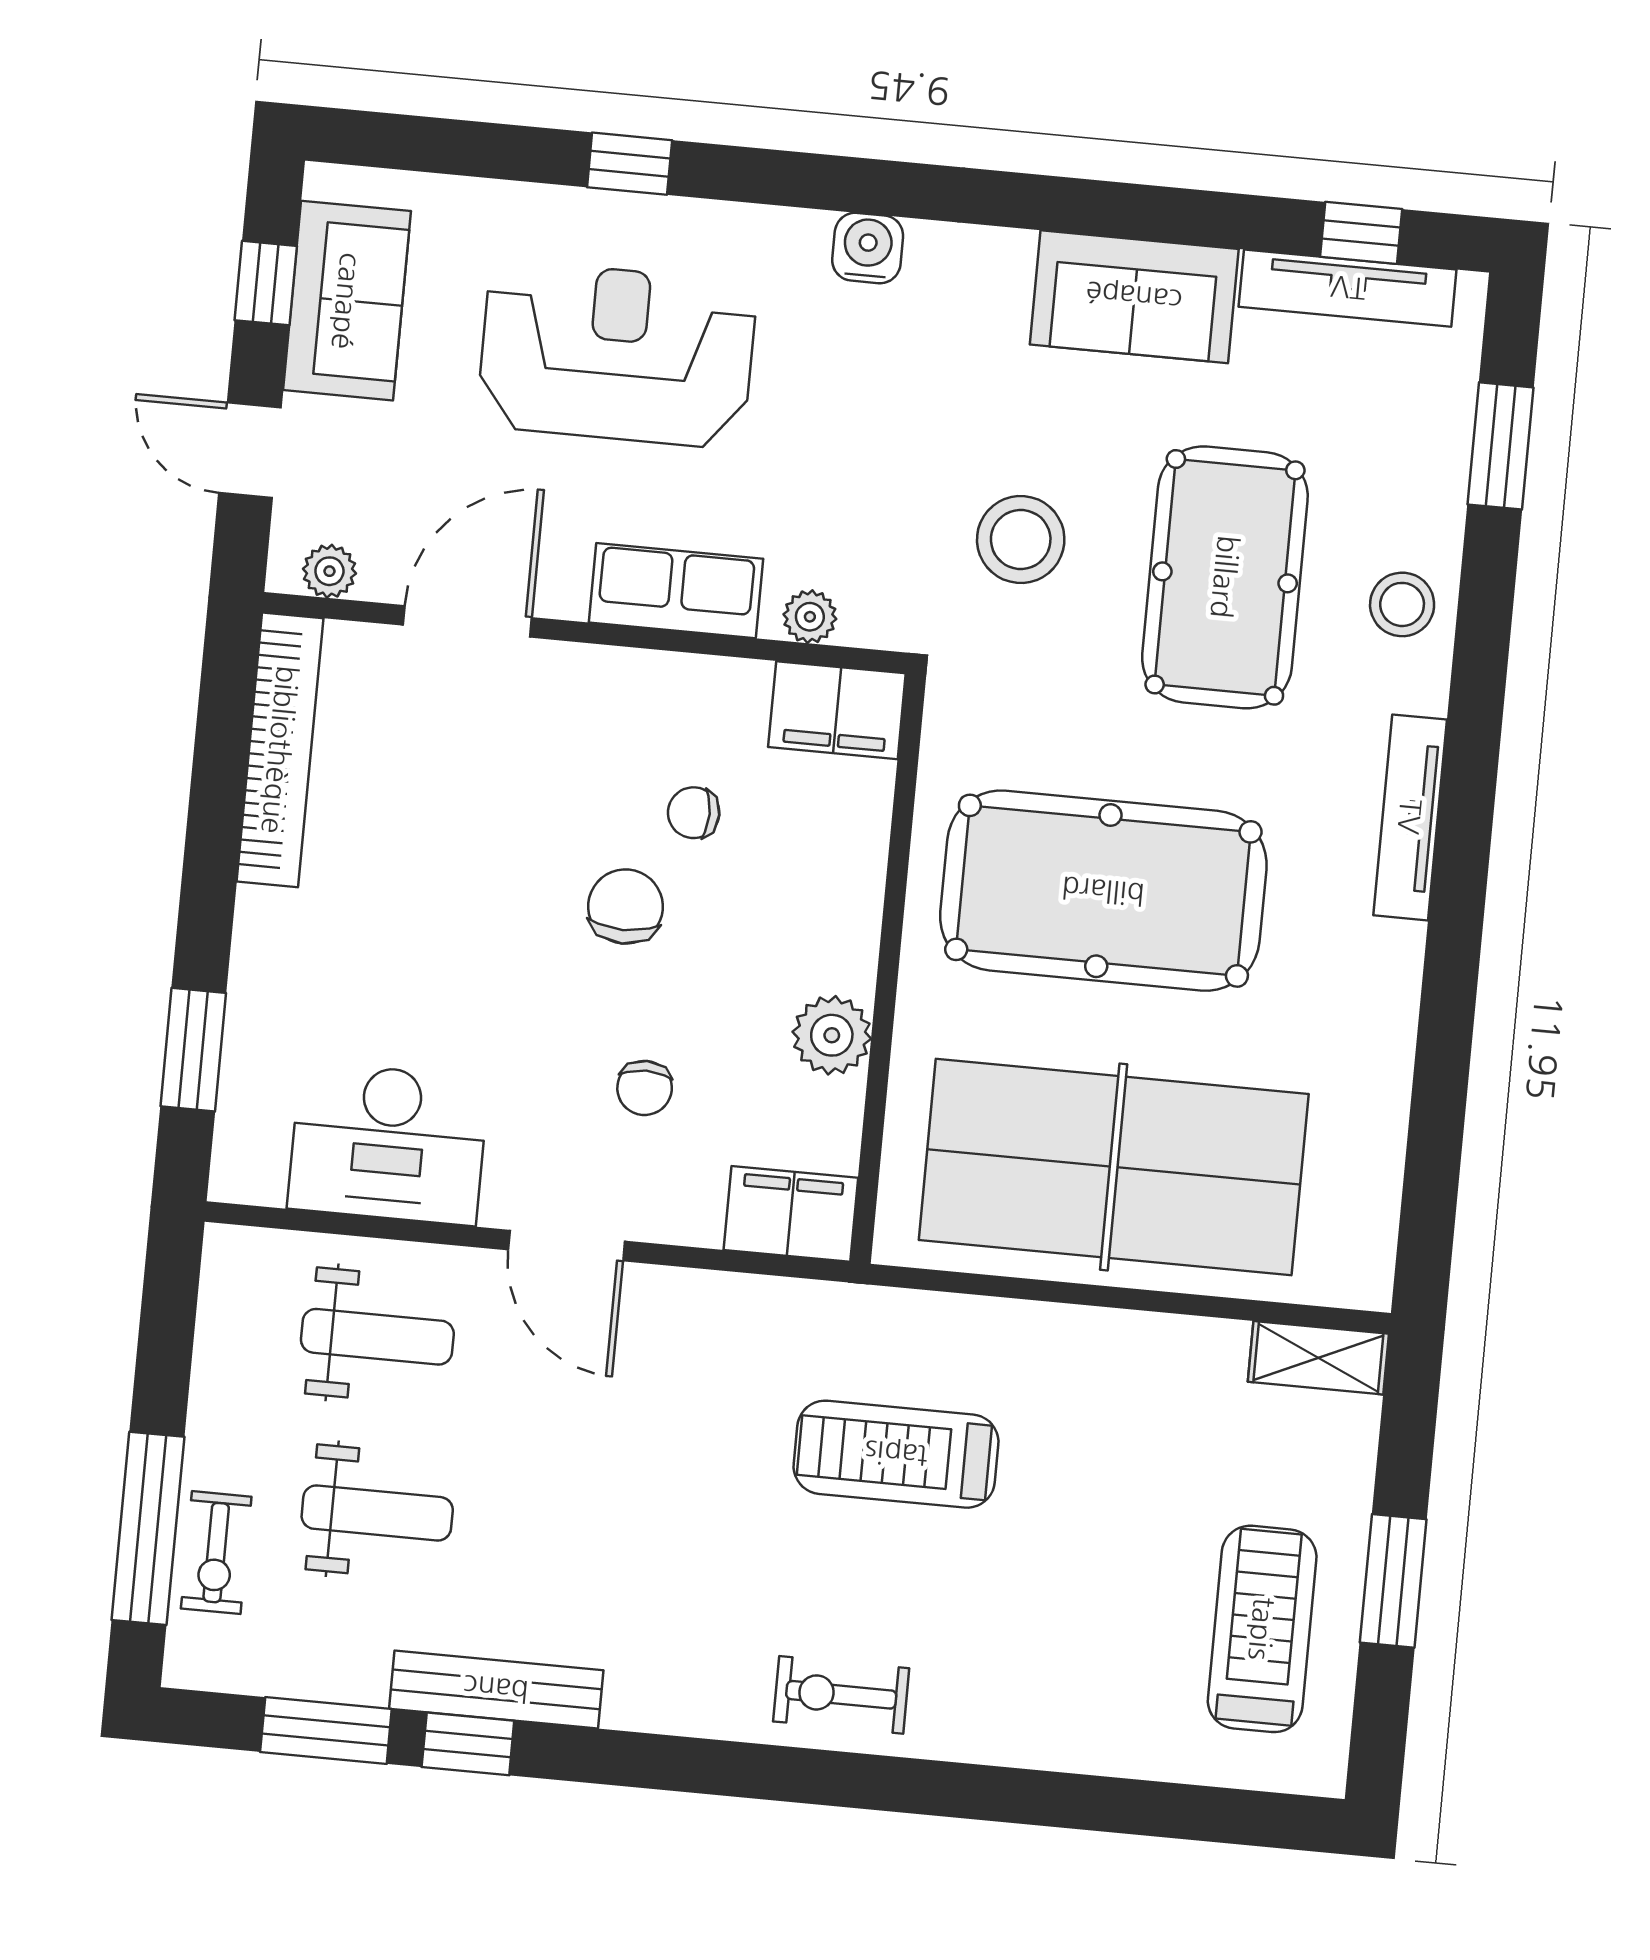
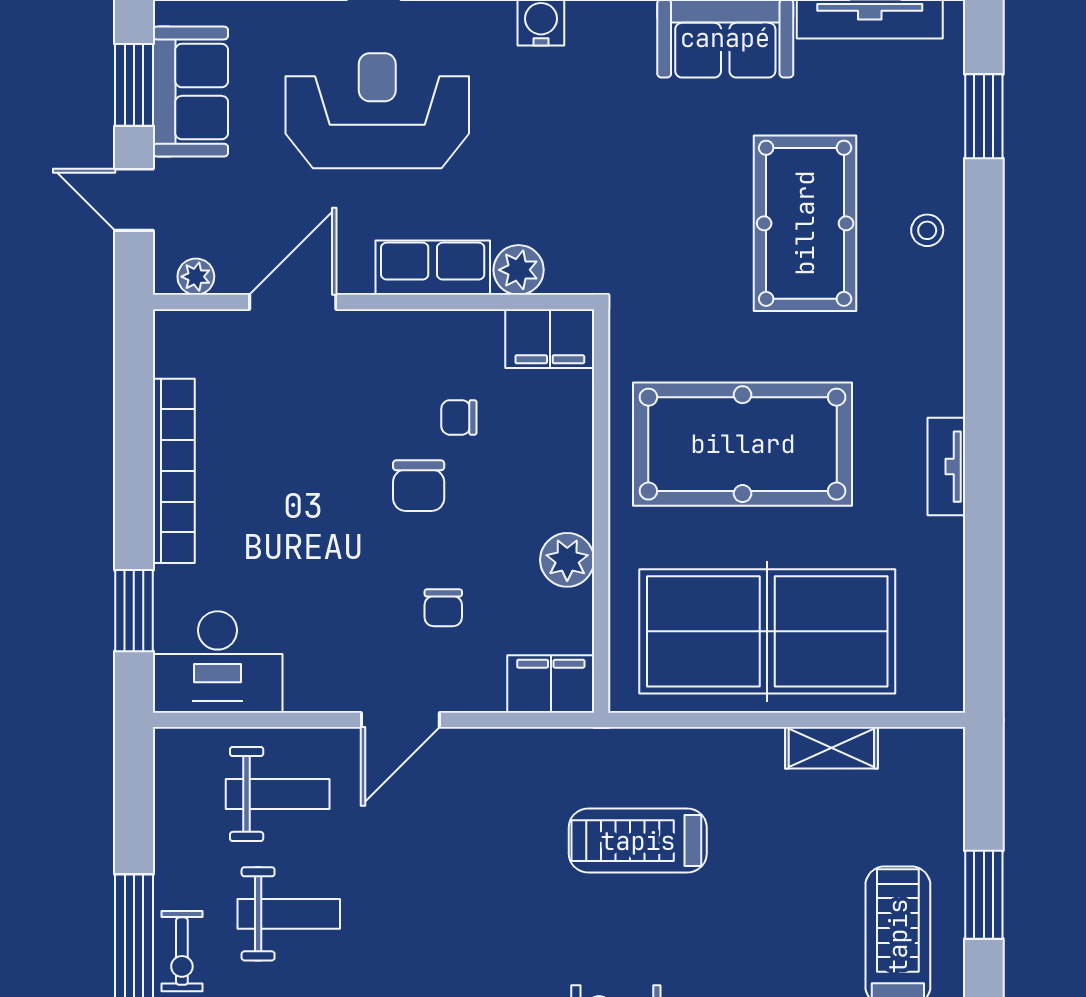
window: (266, 283) -> (134, 85), width x1.50
stool: (1021, 539) -> (664, 211), removed
stool: (1402, 604) -> (927, 230), width x0.73, depth x0.73
plant: (810, 617) -> (519, 270), width x1.38, depth x1.38
bookcase: (280, 750) -> (174, 471), moved
tv unit: (1410, 817) -> (946, 467), moved, width x0.71
chair: (625, 907) -> (419, 486), turned 180
desk: (388, 1143) -> (218, 662), moved
door: (566, 1246) -> (400, 720), hinge flipped
shelving: (1318, 1358) -> (831, 748), moved

